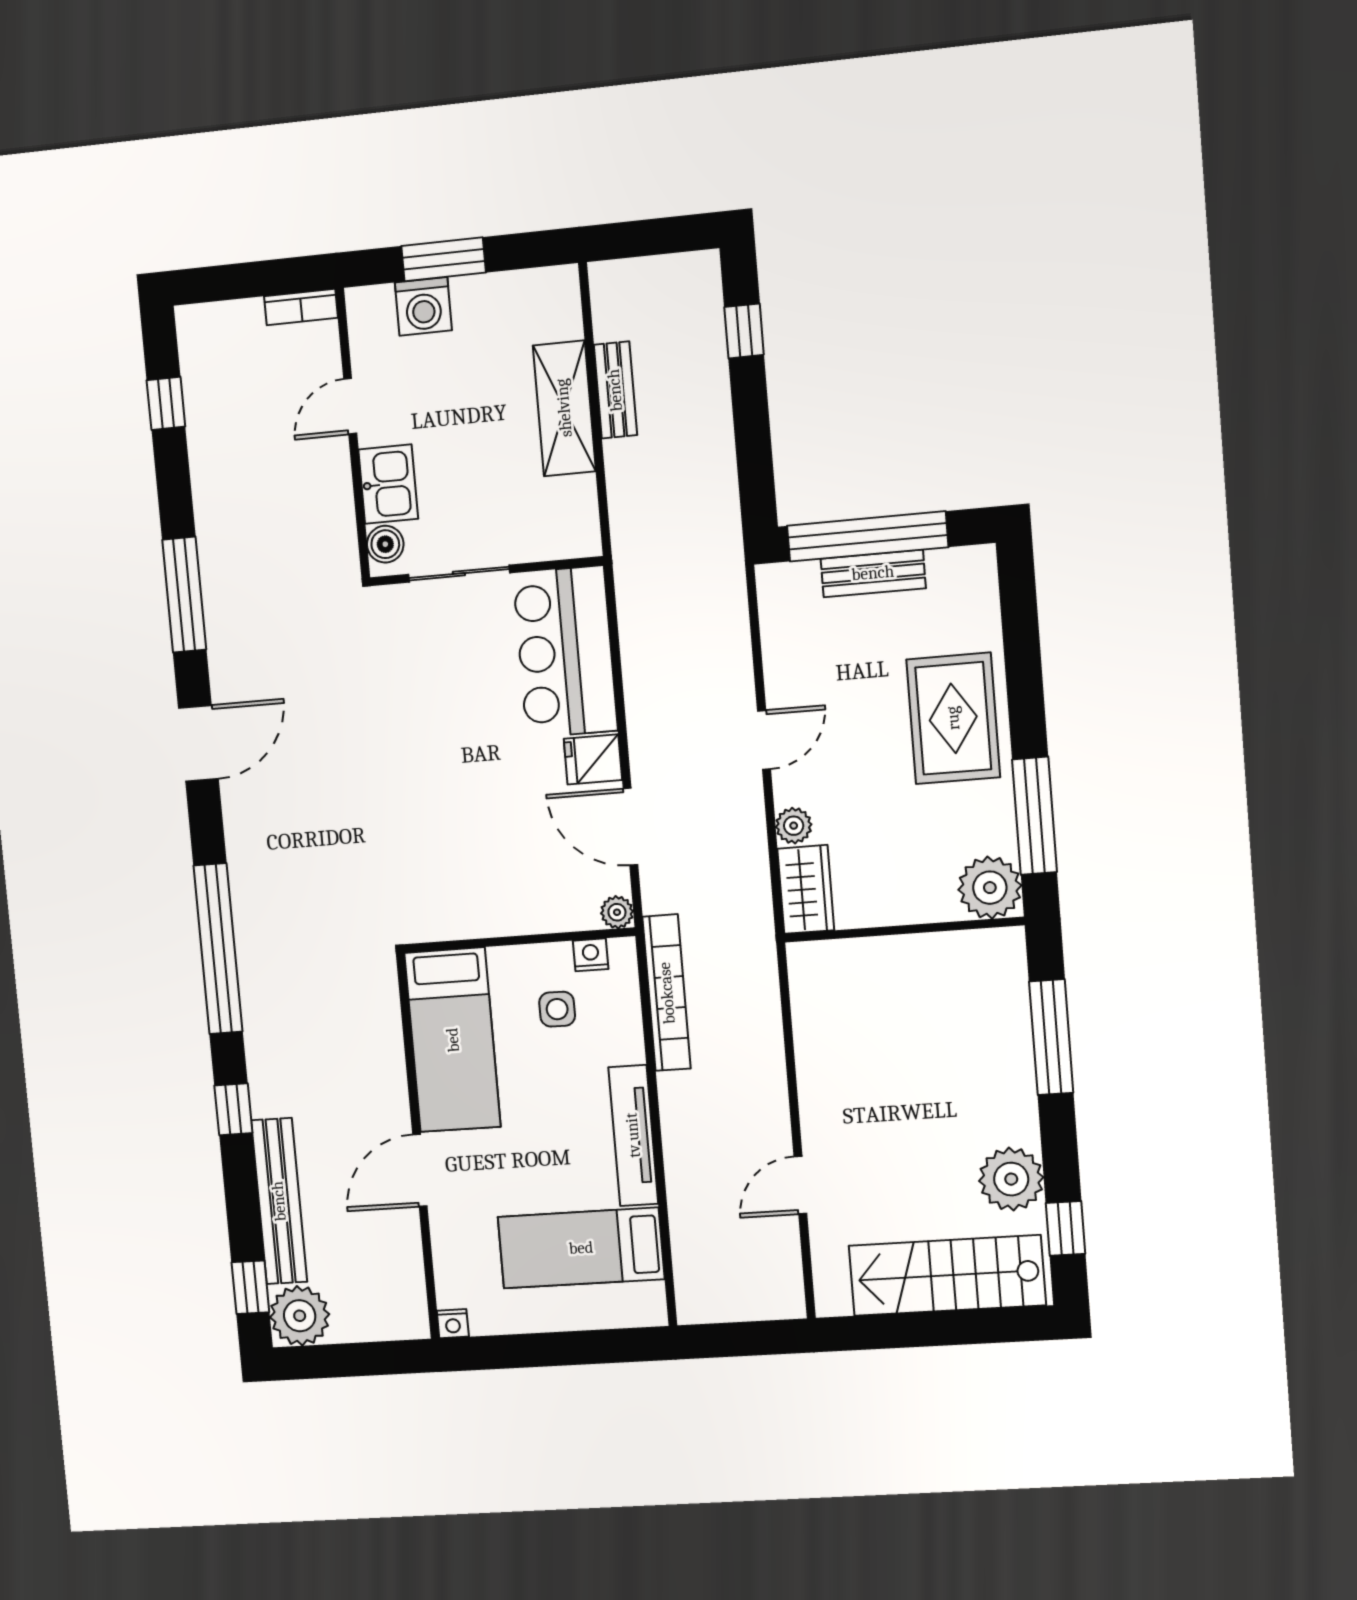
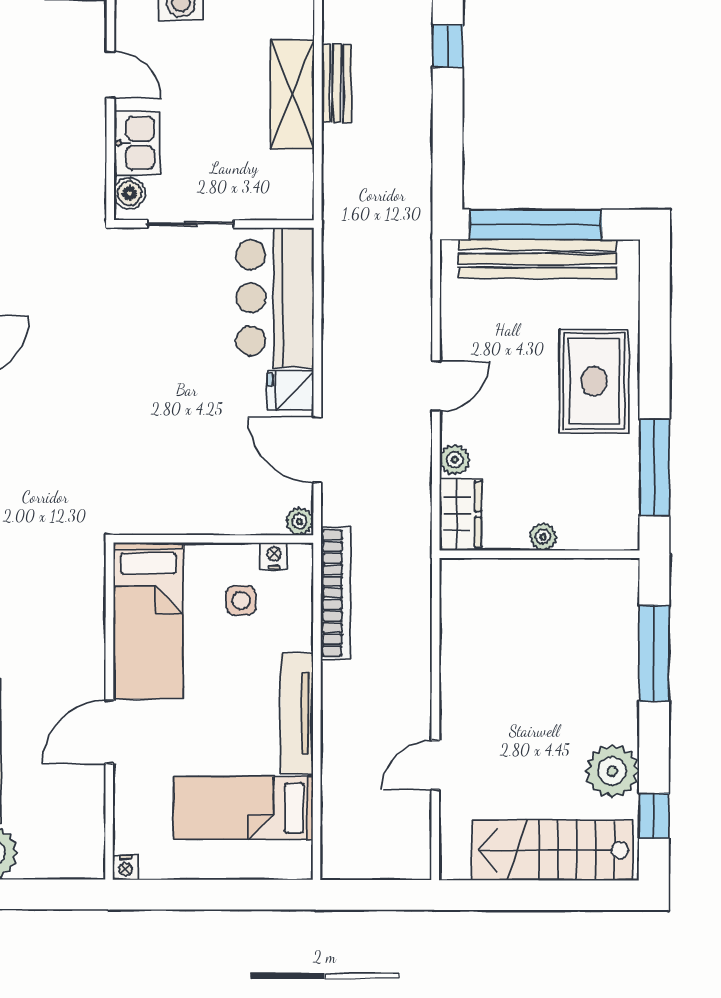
door: (350, 406) -> (110, 75), swing flipped
bench: (873, 573) -> (538, 259), width x1.86, depth x1.21
plant: (990, 888) -> (543, 537), moved, width x0.53, depth x0.53

